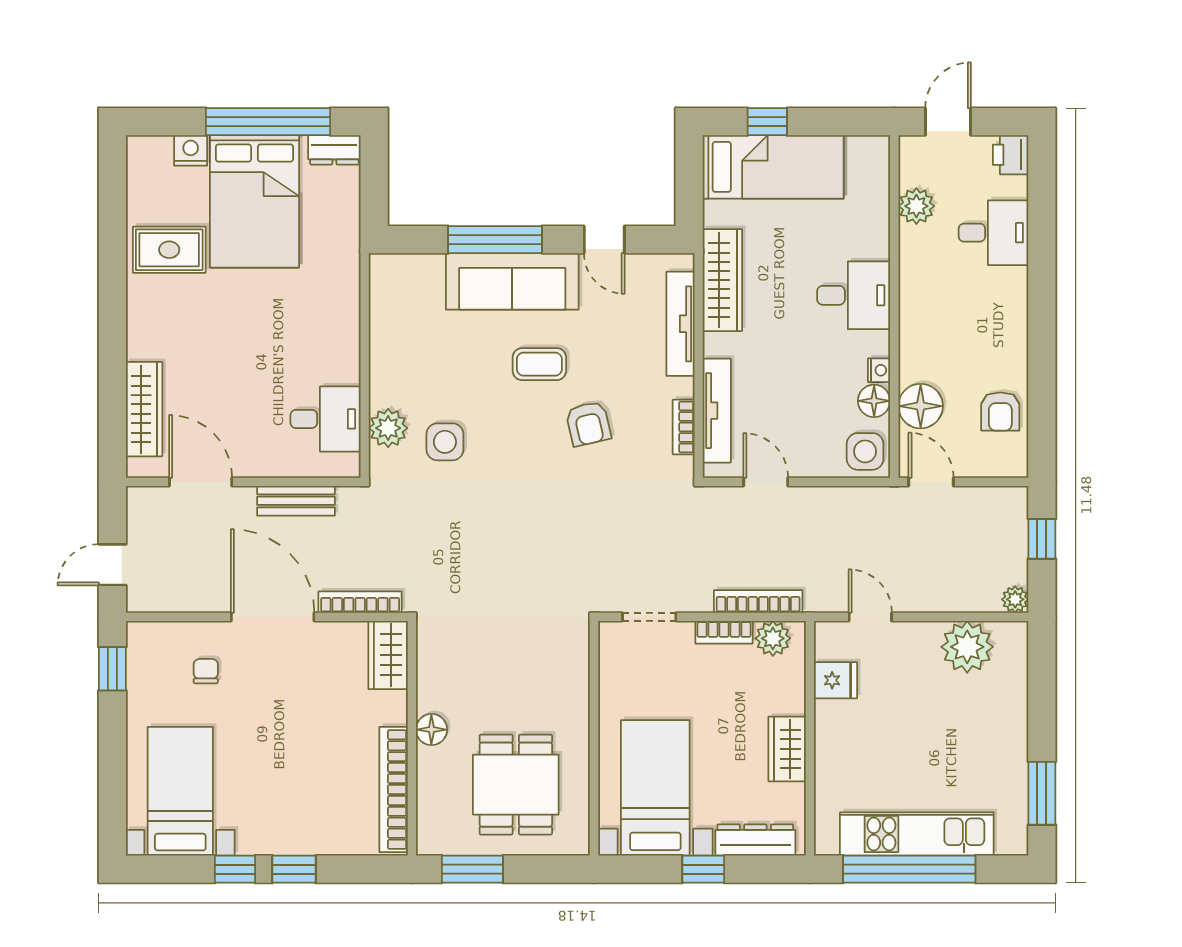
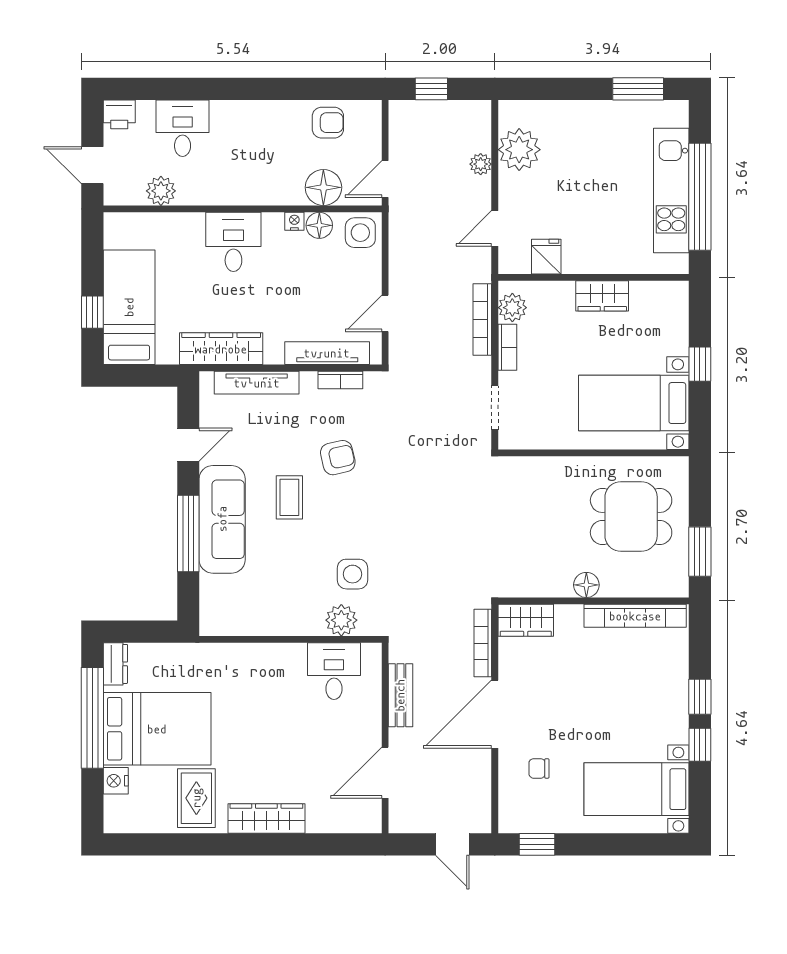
wardrobe: (144, 409) -> (266, 819), moved
plant: (1015, 599) -> (481, 164), moved
dresser: (755, 840) -> (676, 322), removed

